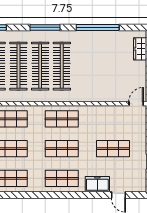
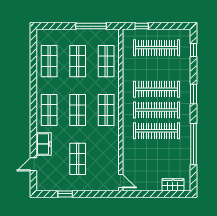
window: (45, 27) -> (193, 94), width x0.69
clothes rail: (18, 66) -> (157, 131), moved

